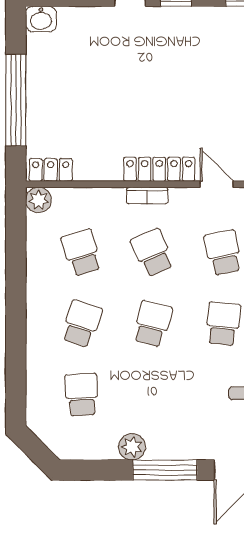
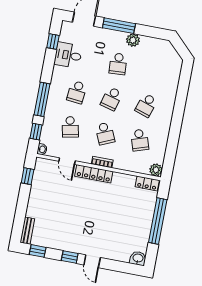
school desk: (82, 395) -> (118, 64), moved

